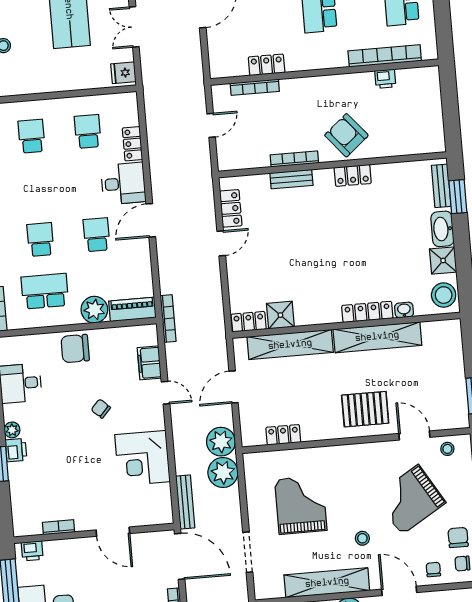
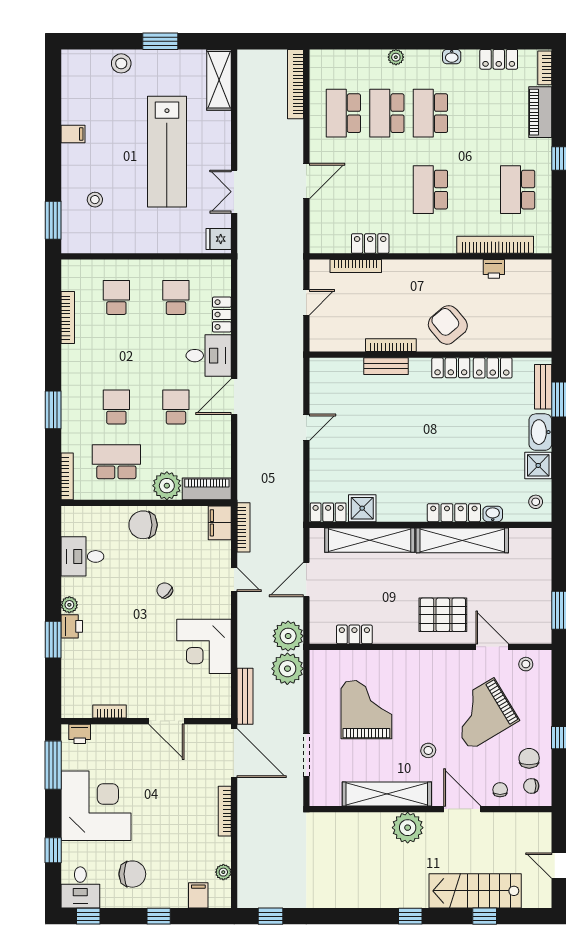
locker: (231, 208) -> (493, 368), moved, turned 90
stool: (444, 295) -> (536, 502), width x0.53, depth x0.53
bookcase: (168, 318) -> (244, 527), moved
filing cabinet: (149, 363) -> (220, 523), moved

